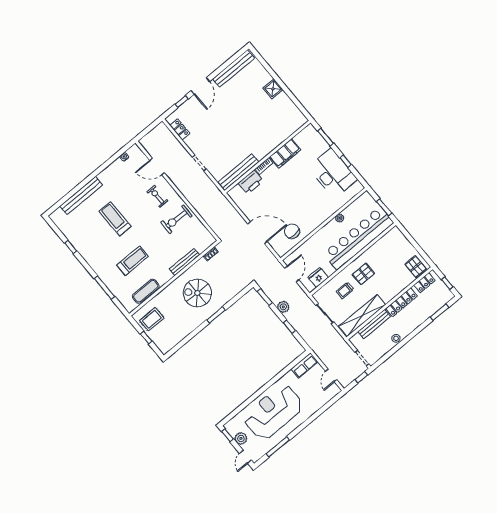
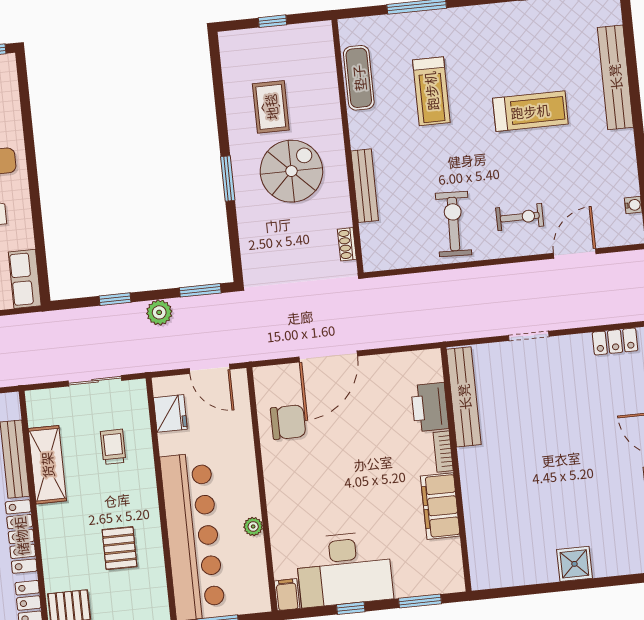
filing cabinet: (357, 188) -> (287, 595), added
pallet: (363, 274) -> (120, 548), moved
shelving: (362, 316) -> (47, 465), width x0.68
rug: (152, 319) -> (271, 107), moved

